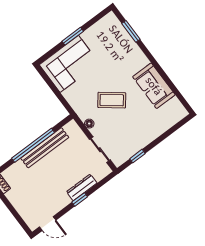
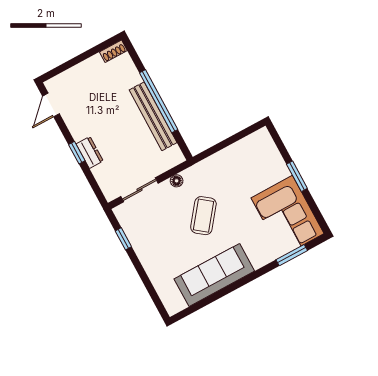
corner sofa: (69, 64) -> (287, 216), moved
sofa: (154, 86) -> (214, 275), width x1.36
dresser: (82, 187) -> (90, 152), width x0.70

